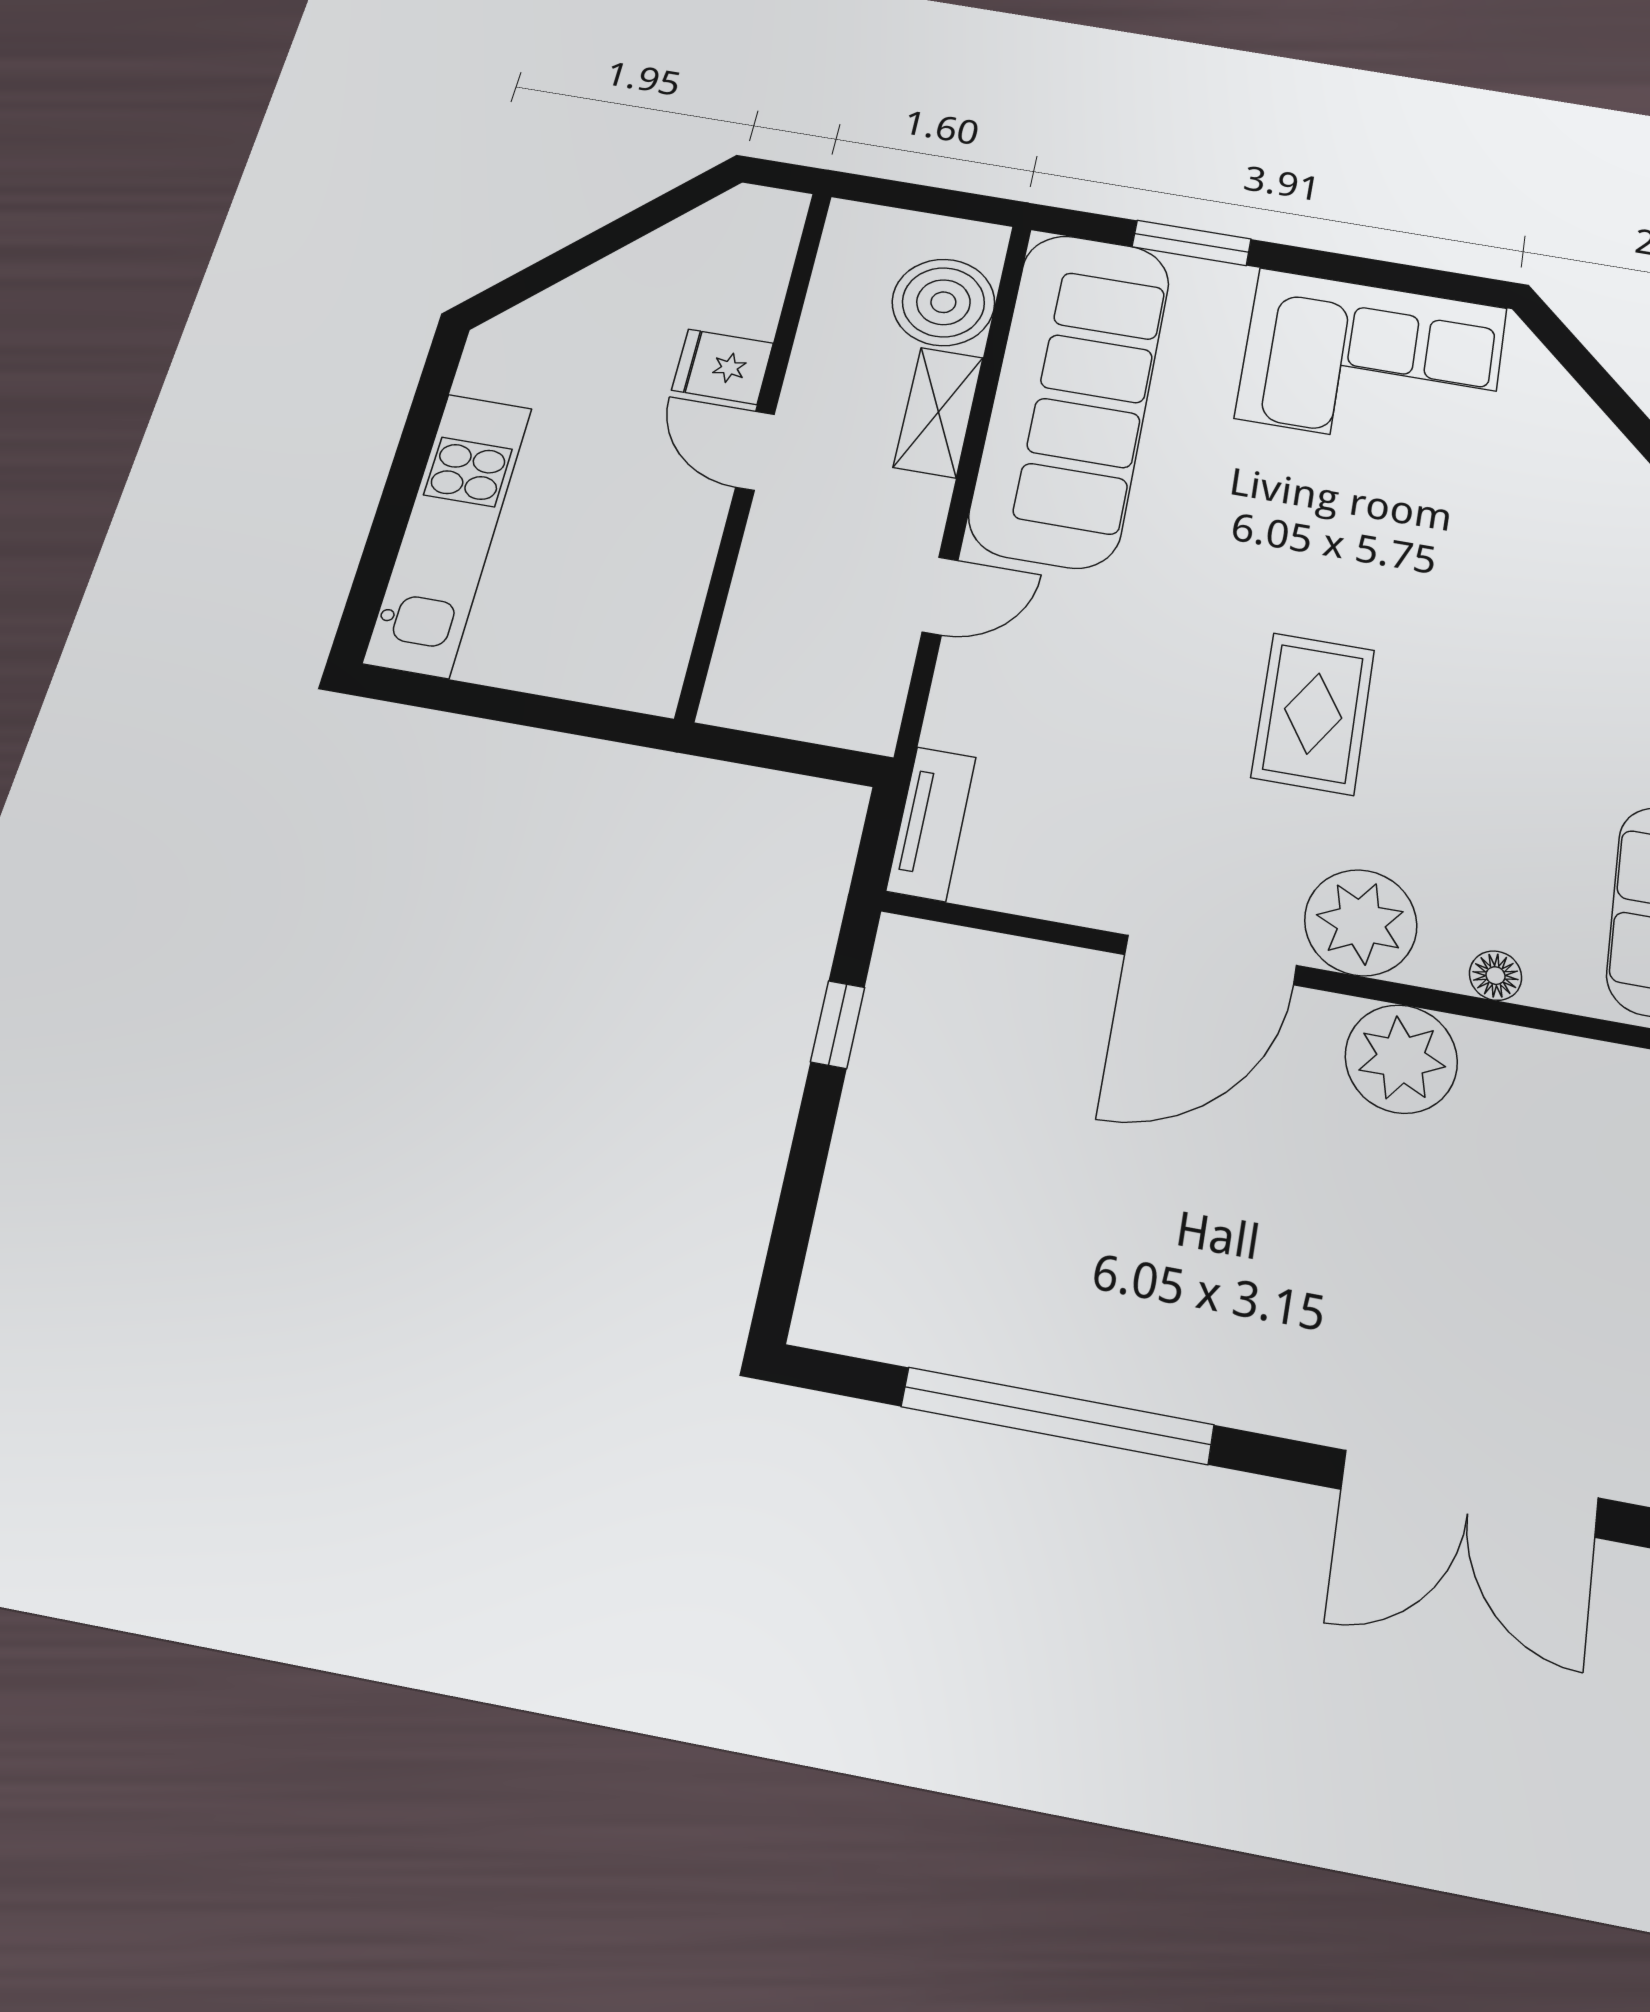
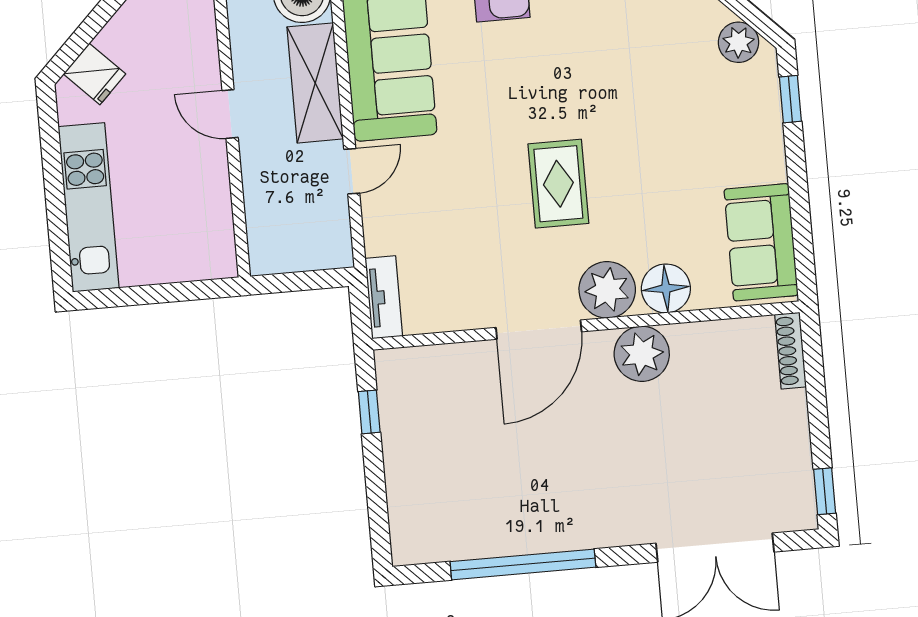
fridge: (723, 367) -> (95, 74), moved, turned -135
shelving: (938, 412) -> (315, 83), width x1.50, depth x1.33
floor lamp: (1496, 976) -> (666, 288), width x1.89, depth x1.89

